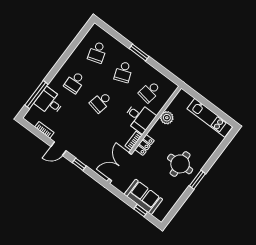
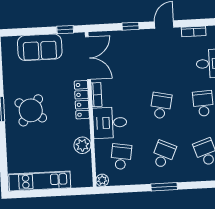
school desk: (123, 72) -> (163, 154), turned 45
plant: (172, 87) -> (102, 180), added
locker: (145, 145) -> (82, 100), width x1.53
round table: (180, 164) -> (31, 110), turned 38
window: (141, 211) -> (65, 30), moved

